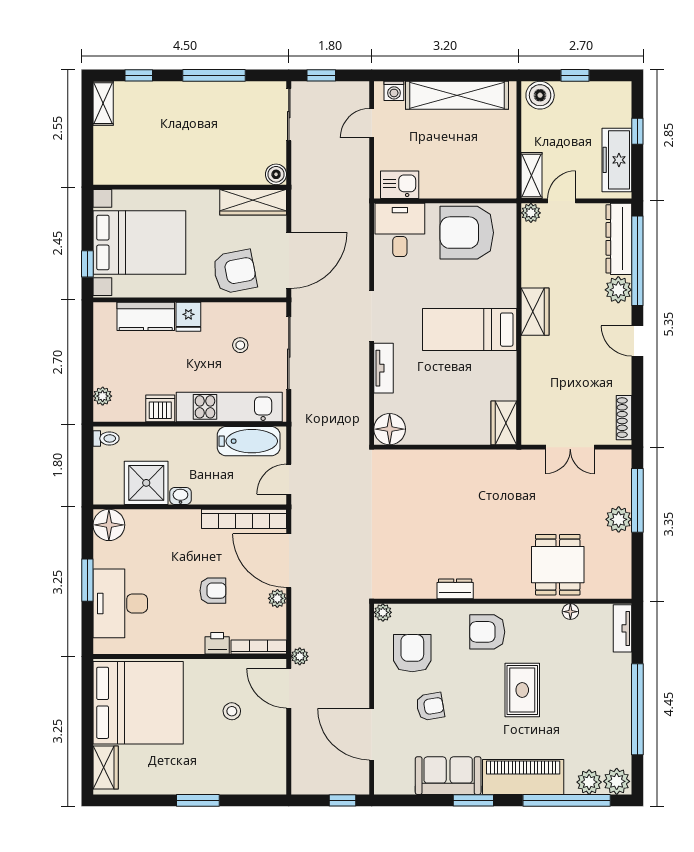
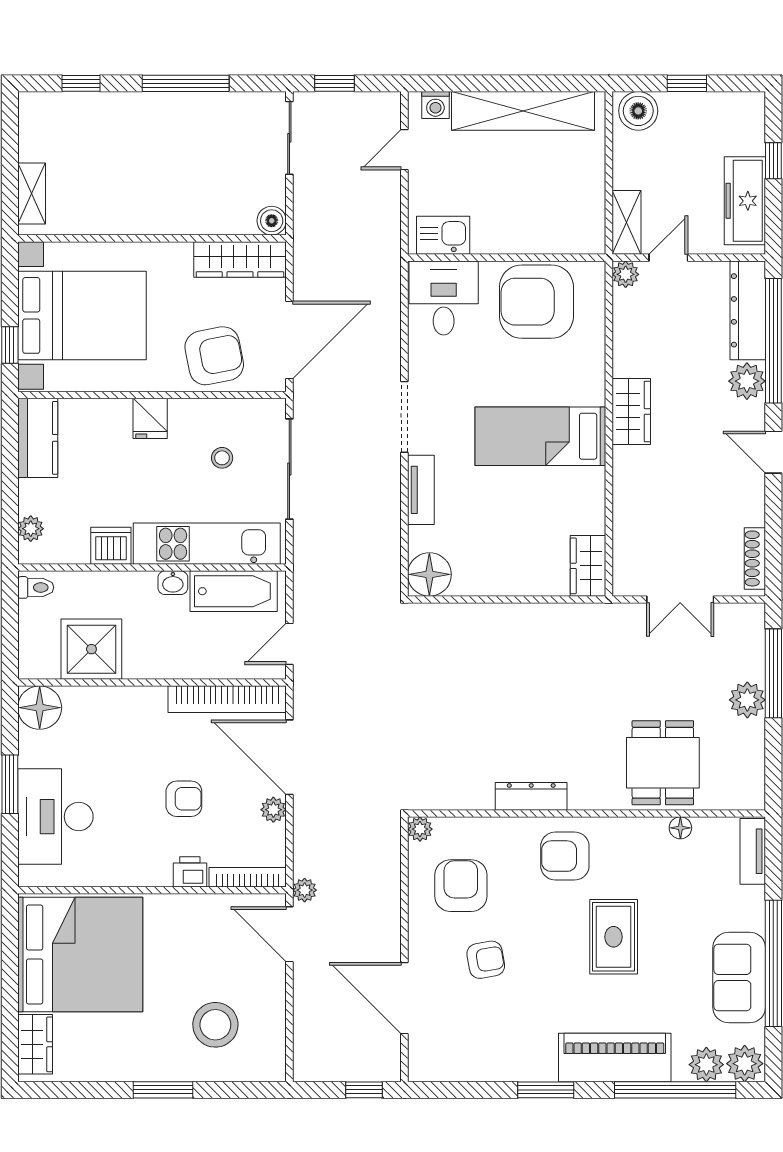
shelving: (103, 103) -> (32, 194), moved
kitchen counter: (146, 316) -> (38, 438), moved, turned -90
washbasin: (180, 496) -> (173, 583), moved, turned 180
dresser: (455, 589) -> (531, 796), width x1.44
stool: (232, 711) -> (215, 1025), moved, width x1.89, depth x1.89
sofa: (448, 776) -> (739, 978), moved, turned -90

